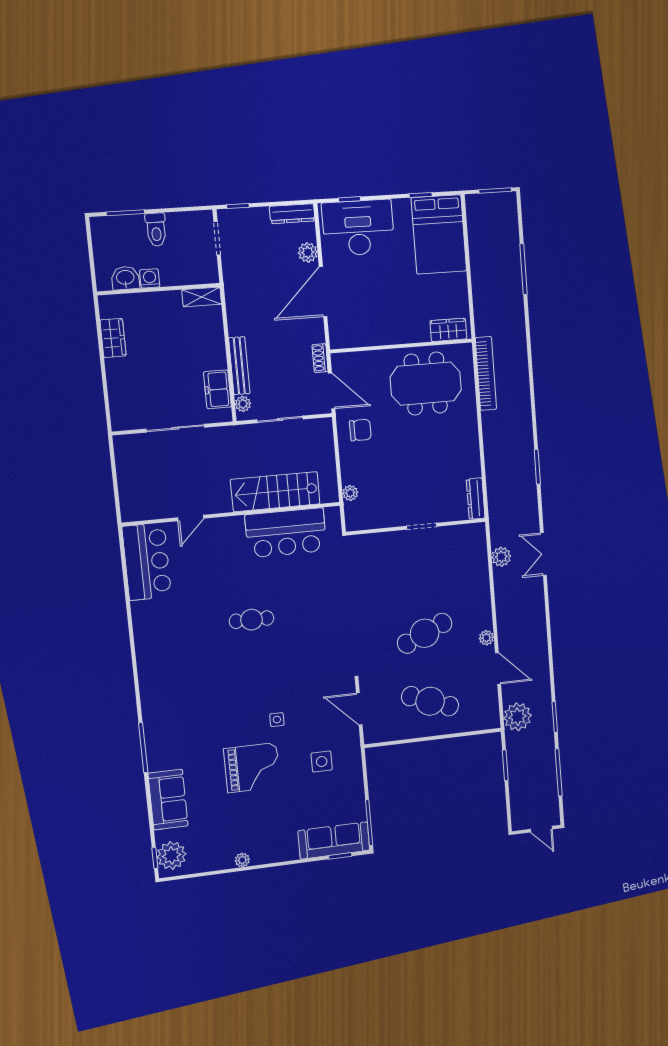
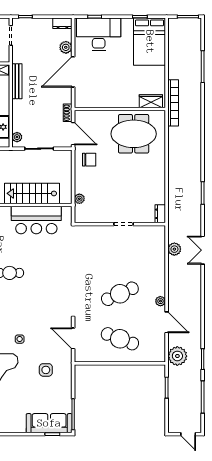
dresser: (292, 214) -> (62, 23), width x0.70
bench: (239, 366) -> (17, 81), moved
bookcase: (486, 373) -> (173, 103), moved
dresser: (476, 499) -> (160, 214), width x0.70

